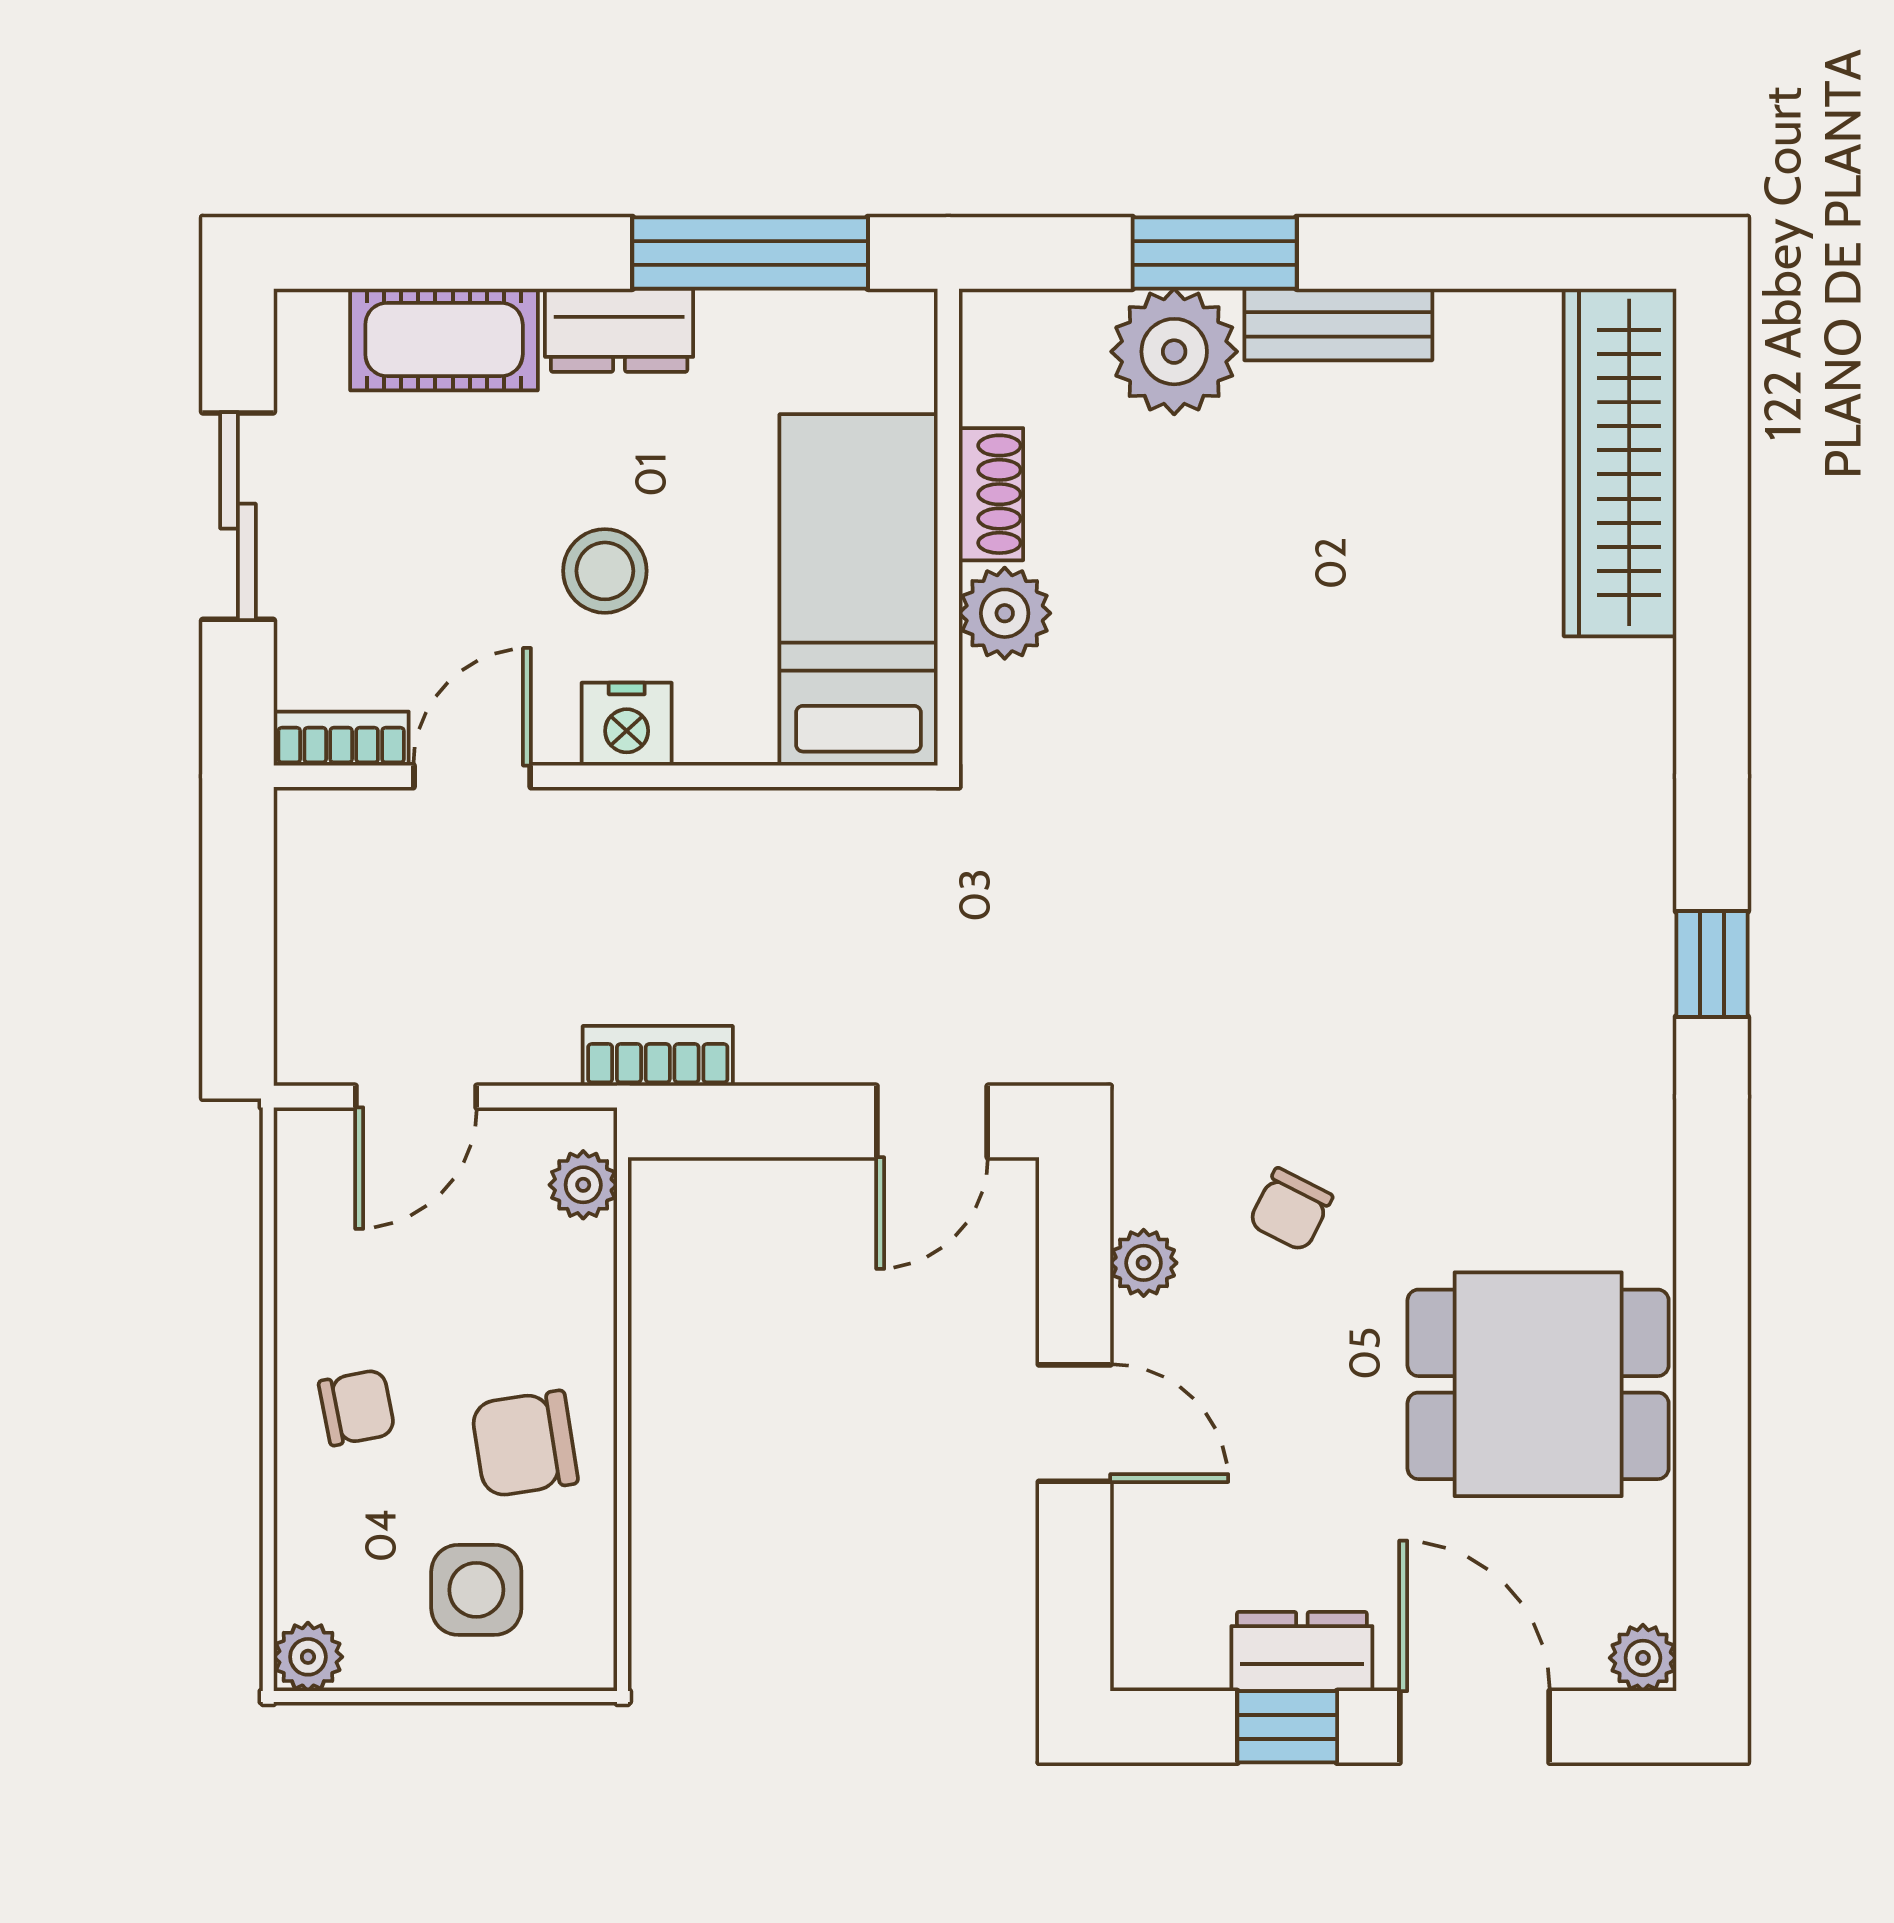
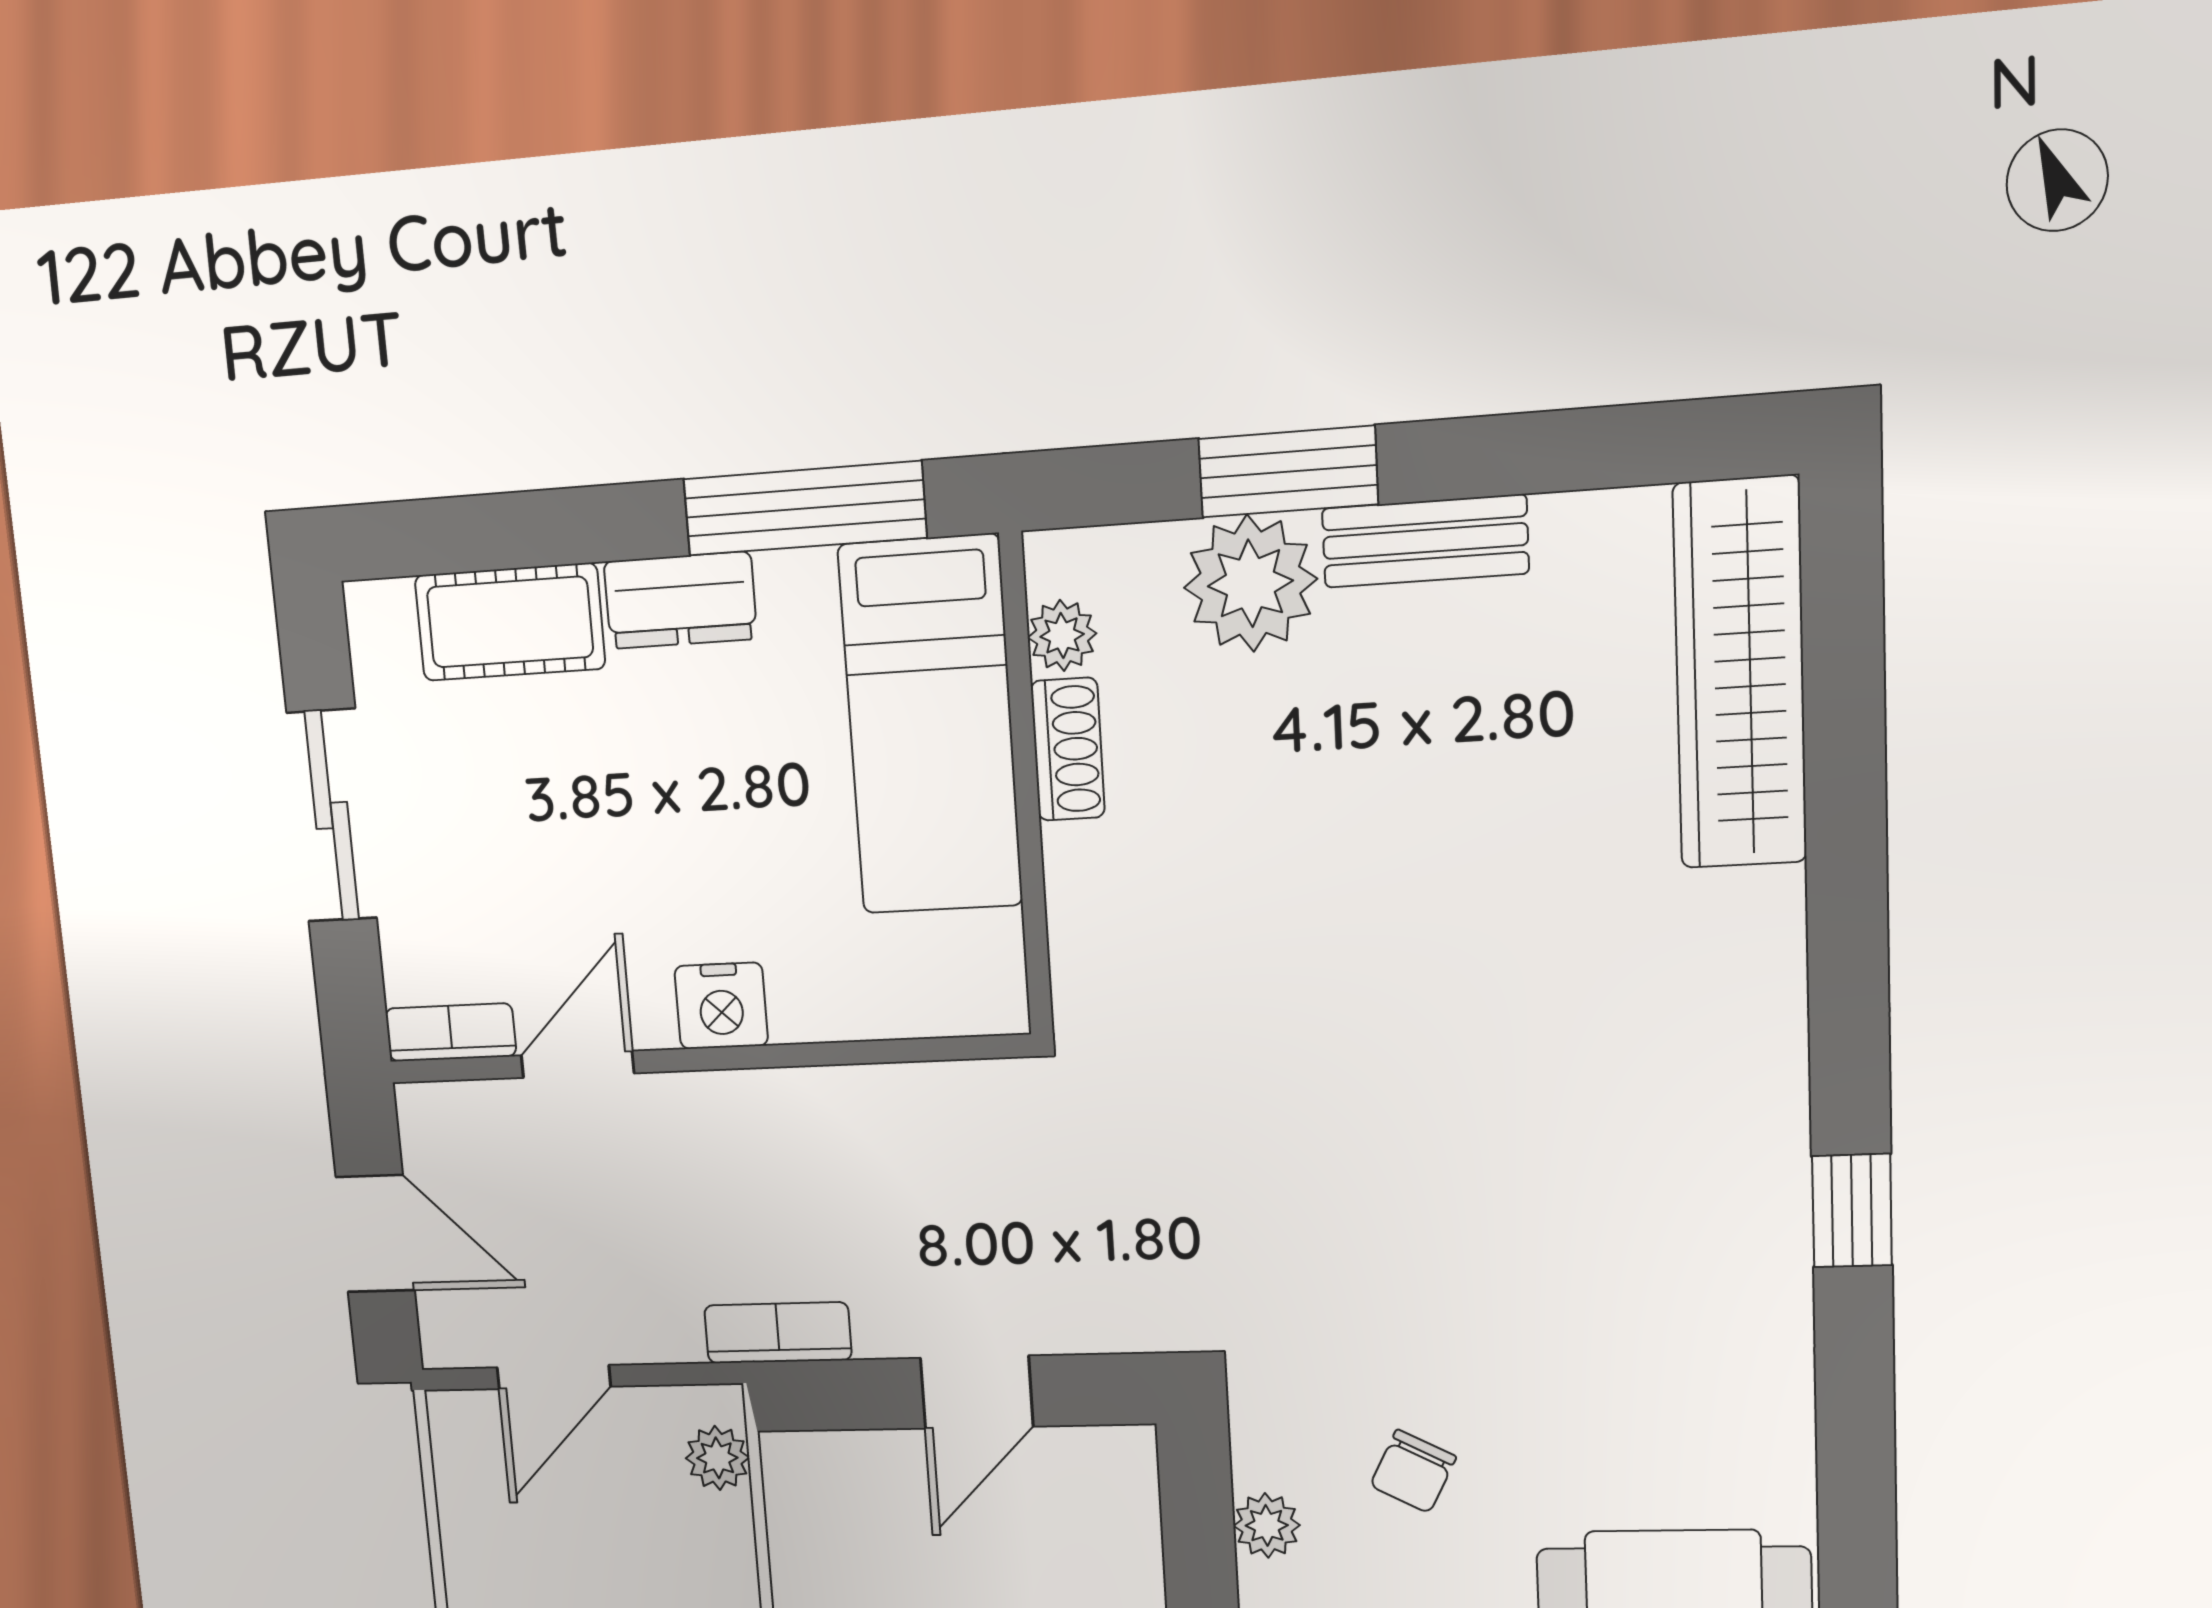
stool: (605, 571) -> (687, 851), removed
bed: (858, 590) -> (931, 726), moved, turned 180
plant: (1005, 613) -> (1062, 635), moved, width x0.73, depth x0.73
door: (238, 942) -> (375, 1234), added
door: (932, 1122) -> (977, 1392), moved

